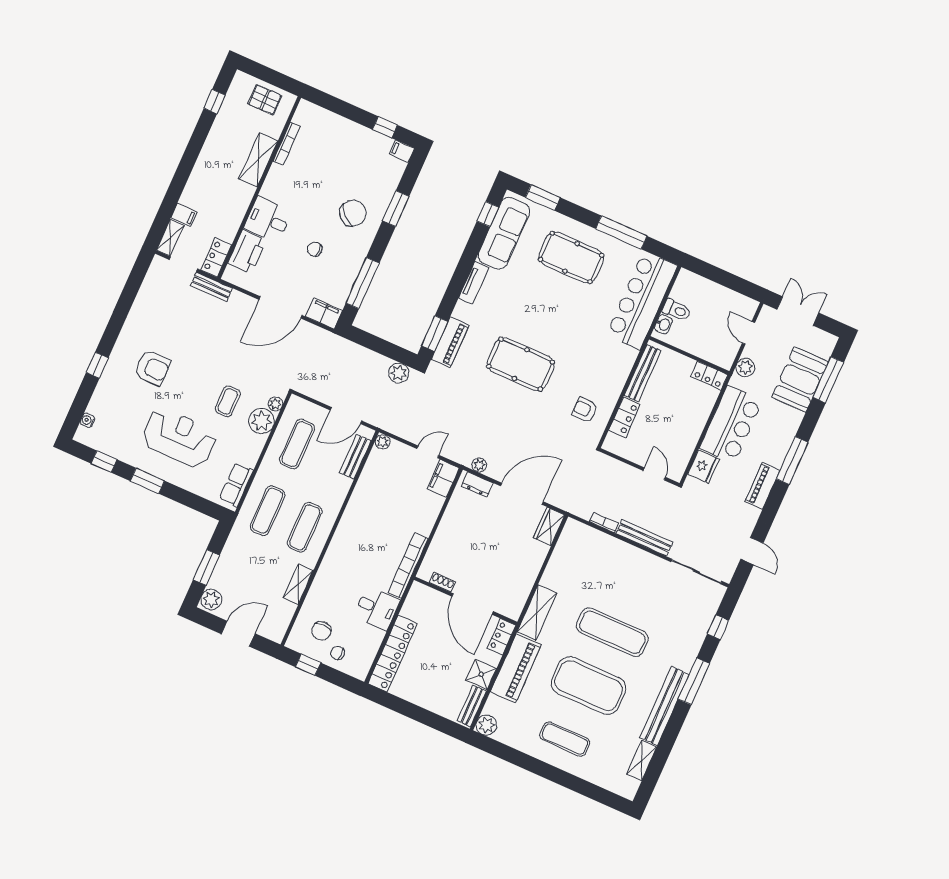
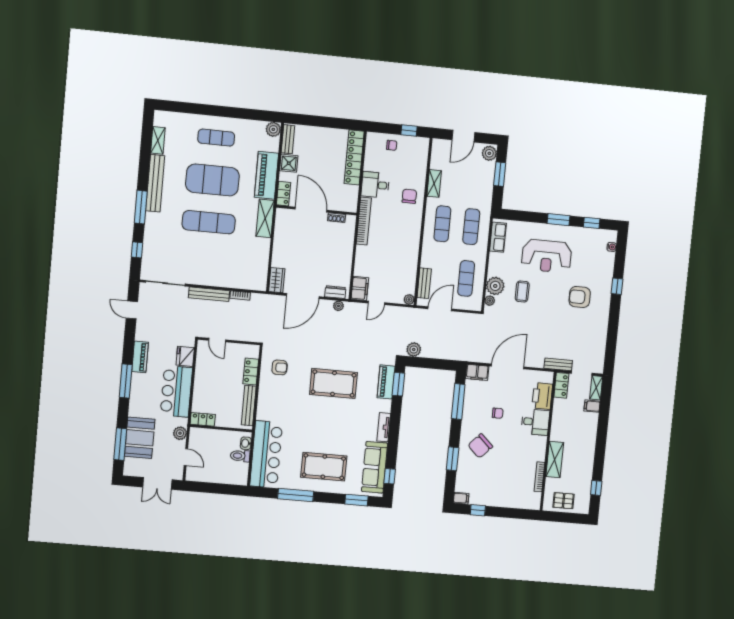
chair: (321, 631) -> (409, 196), moved

